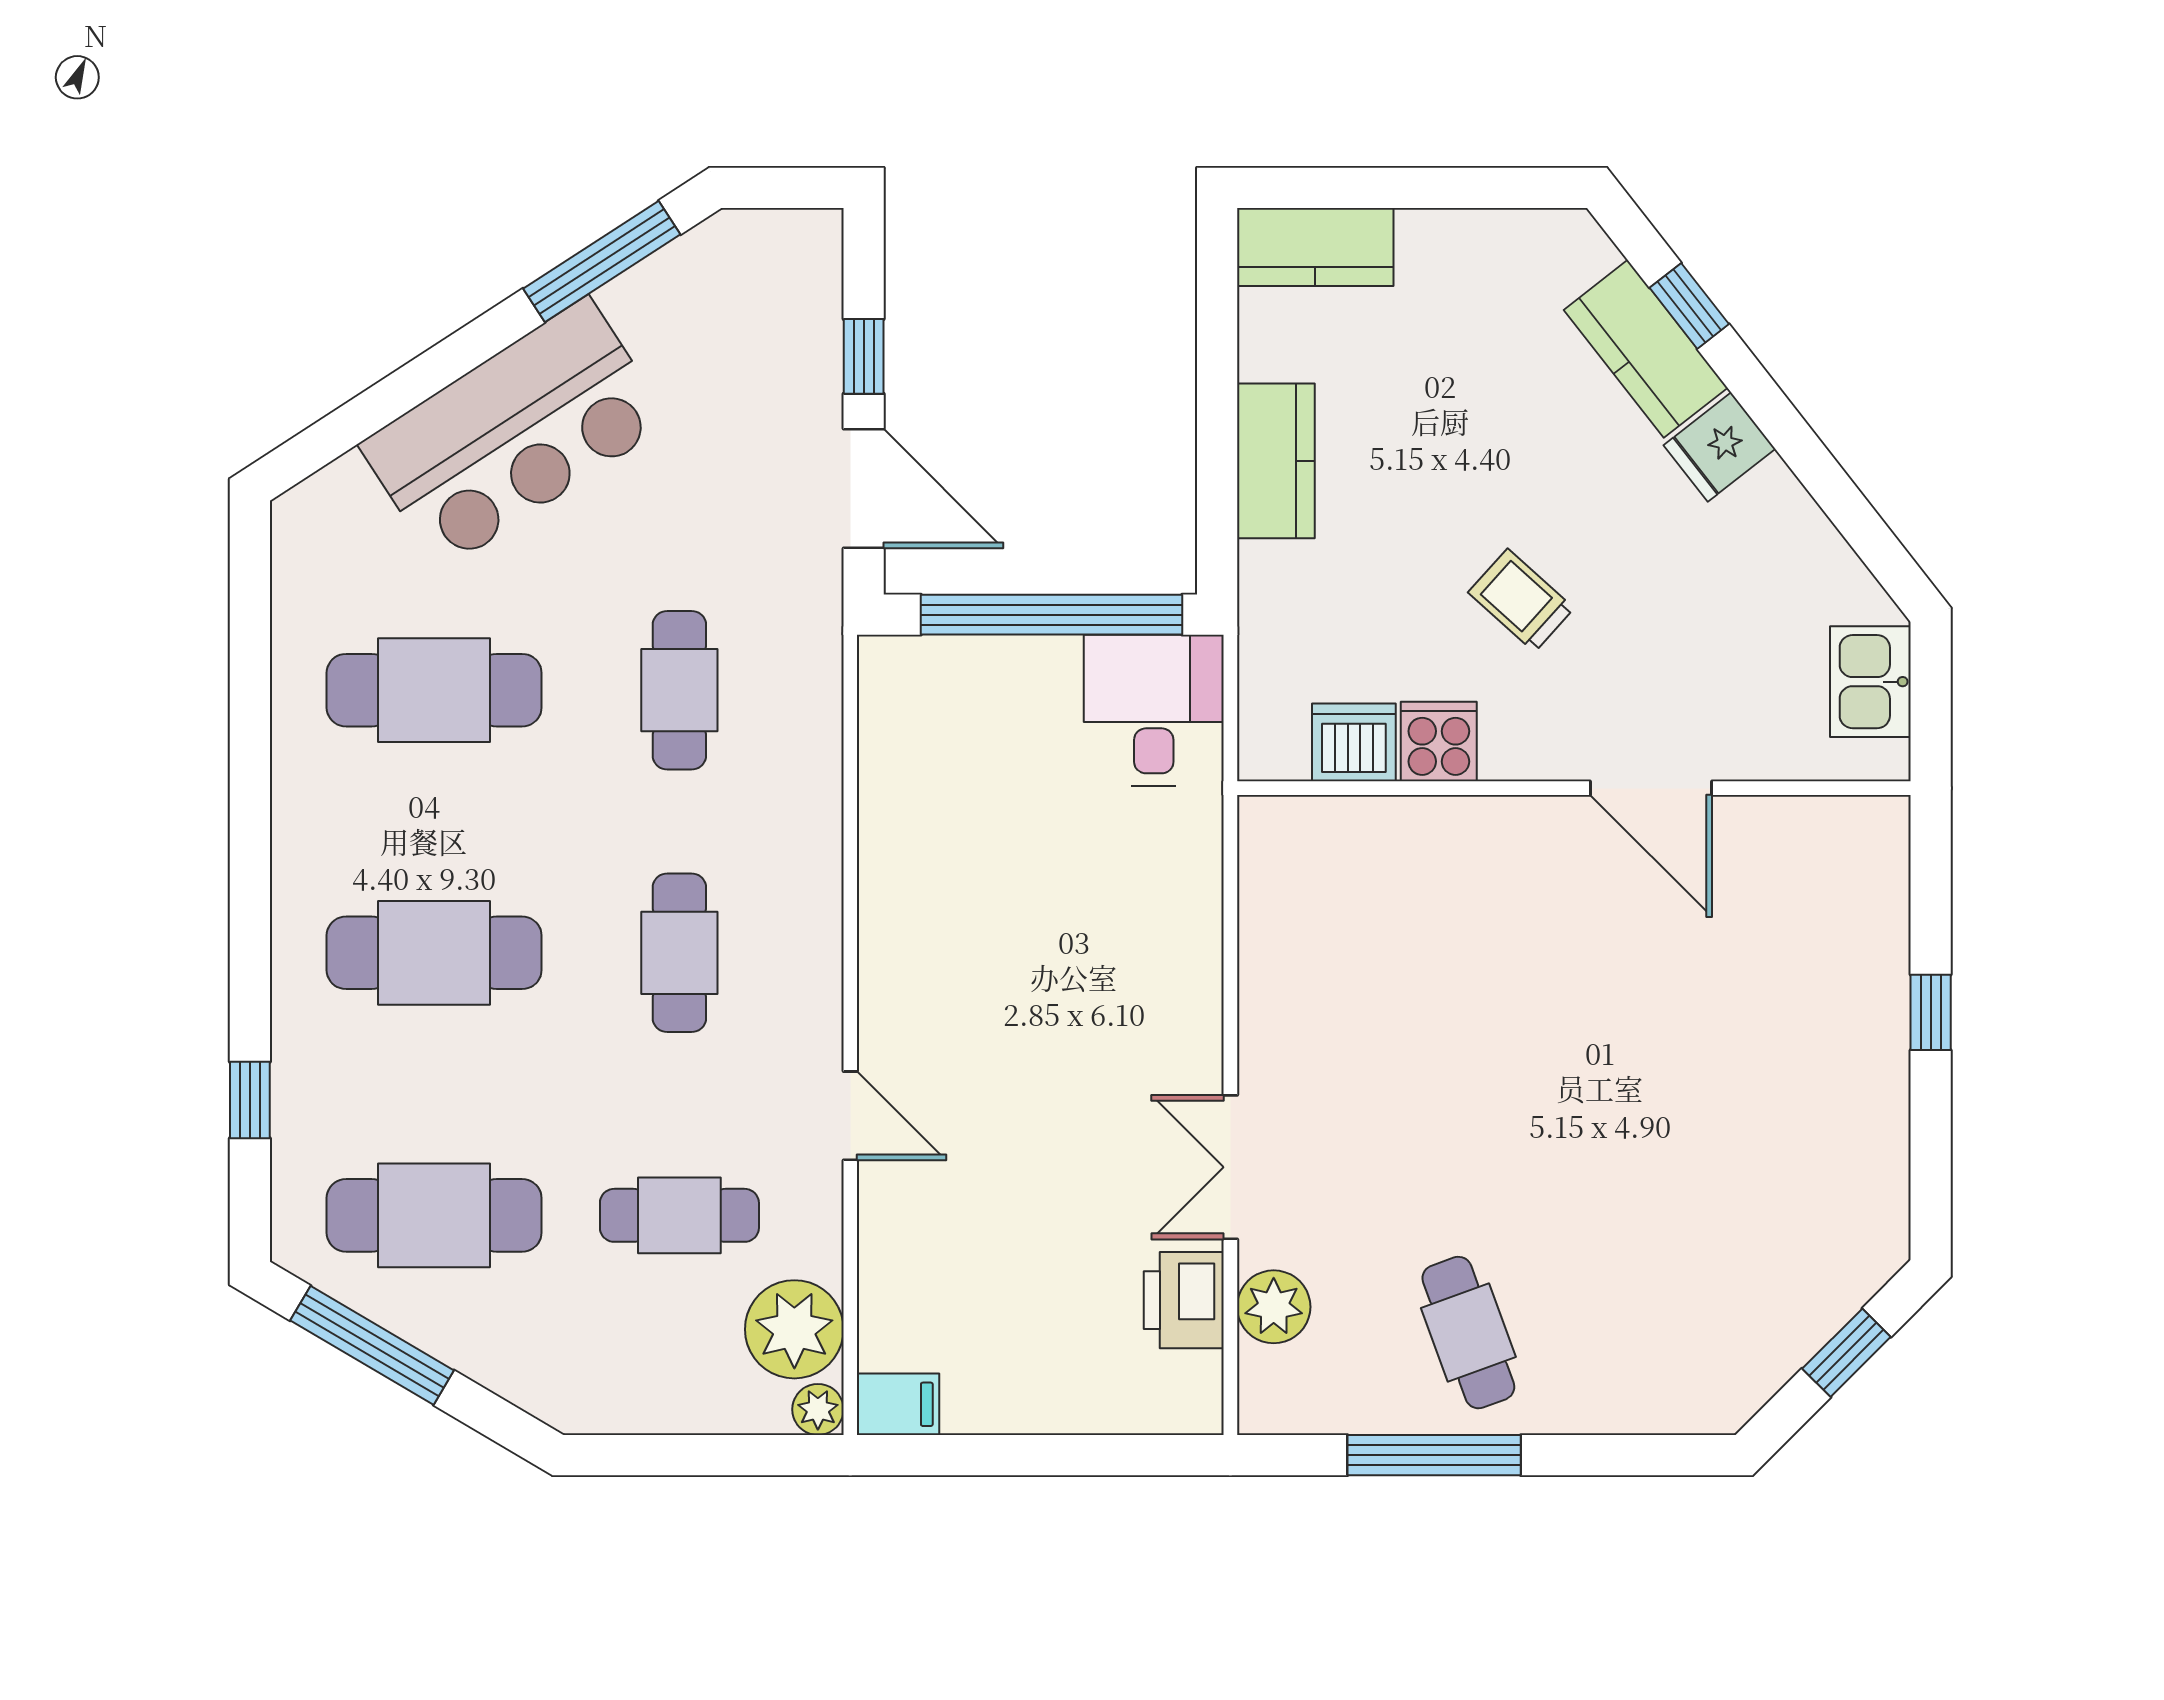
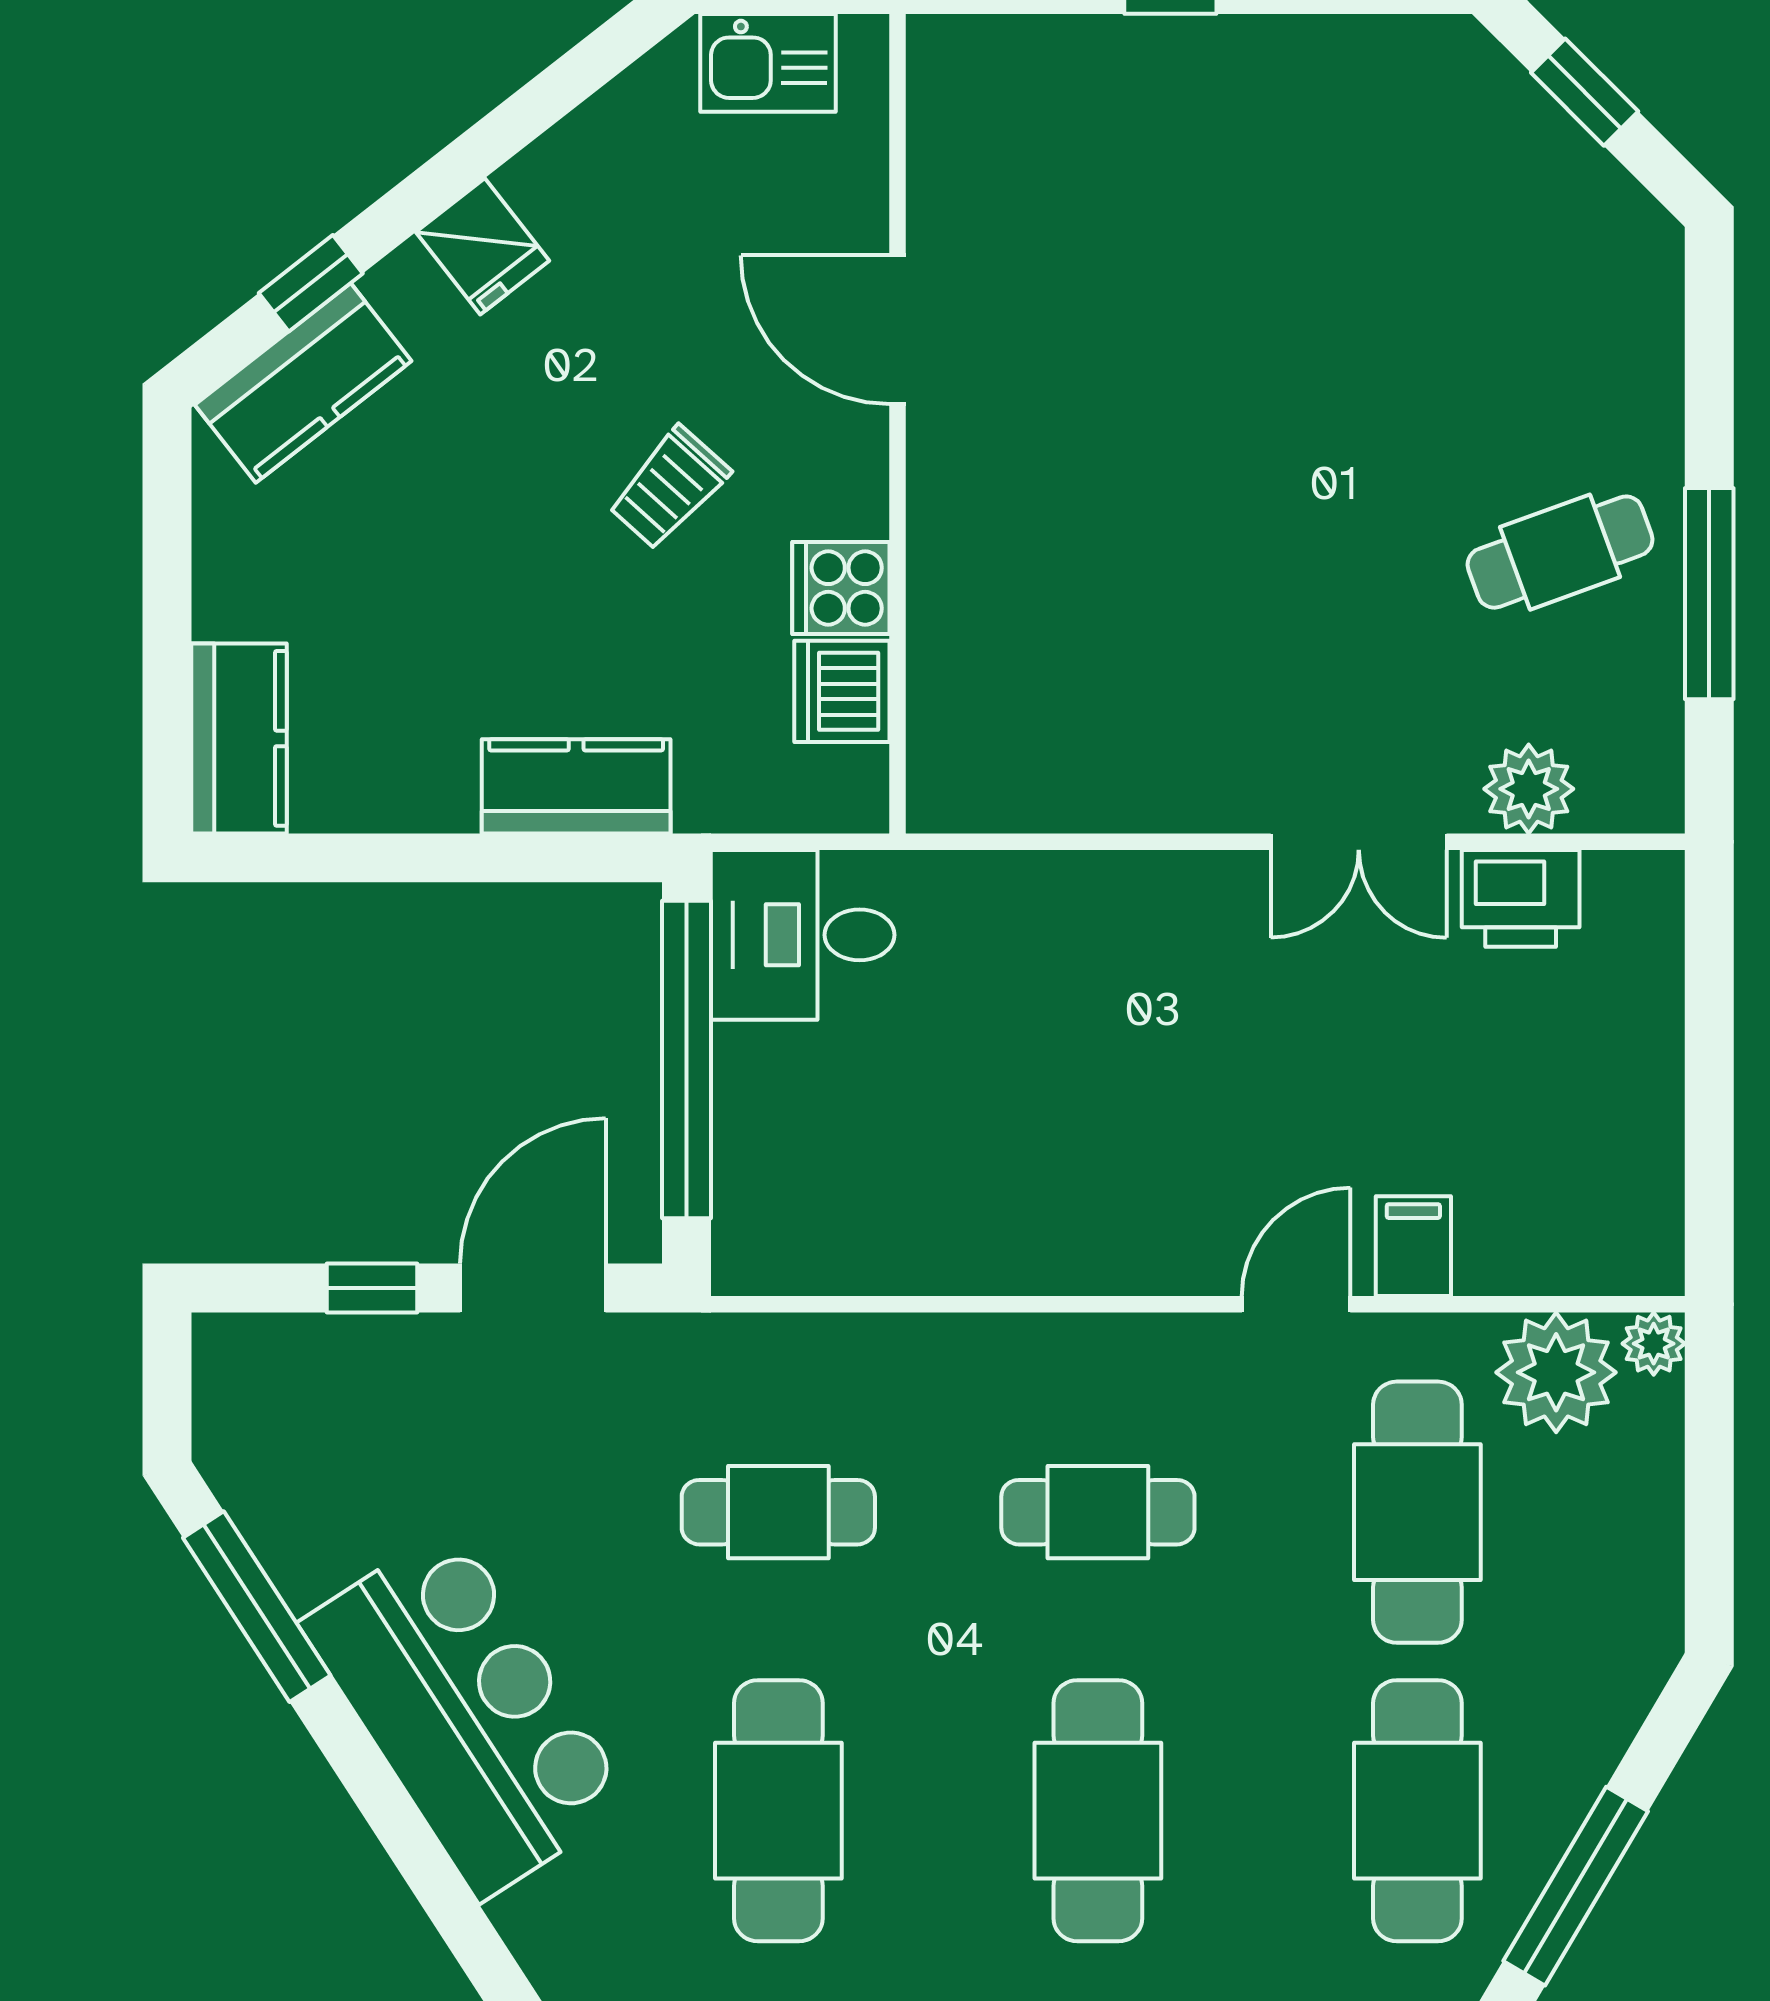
kitchen counter: (1646, 349) -> (303, 383), moved
kitchen counter: (1276, 461) -> (576, 786), moved
door: (1651, 788) -> (898, 330), swing flipped
cafe table: (679, 1215) -> (1417, 1512), width x1.37, depth x1.35
filing cabinet: (898, 1404) -> (1413, 1246), moved

